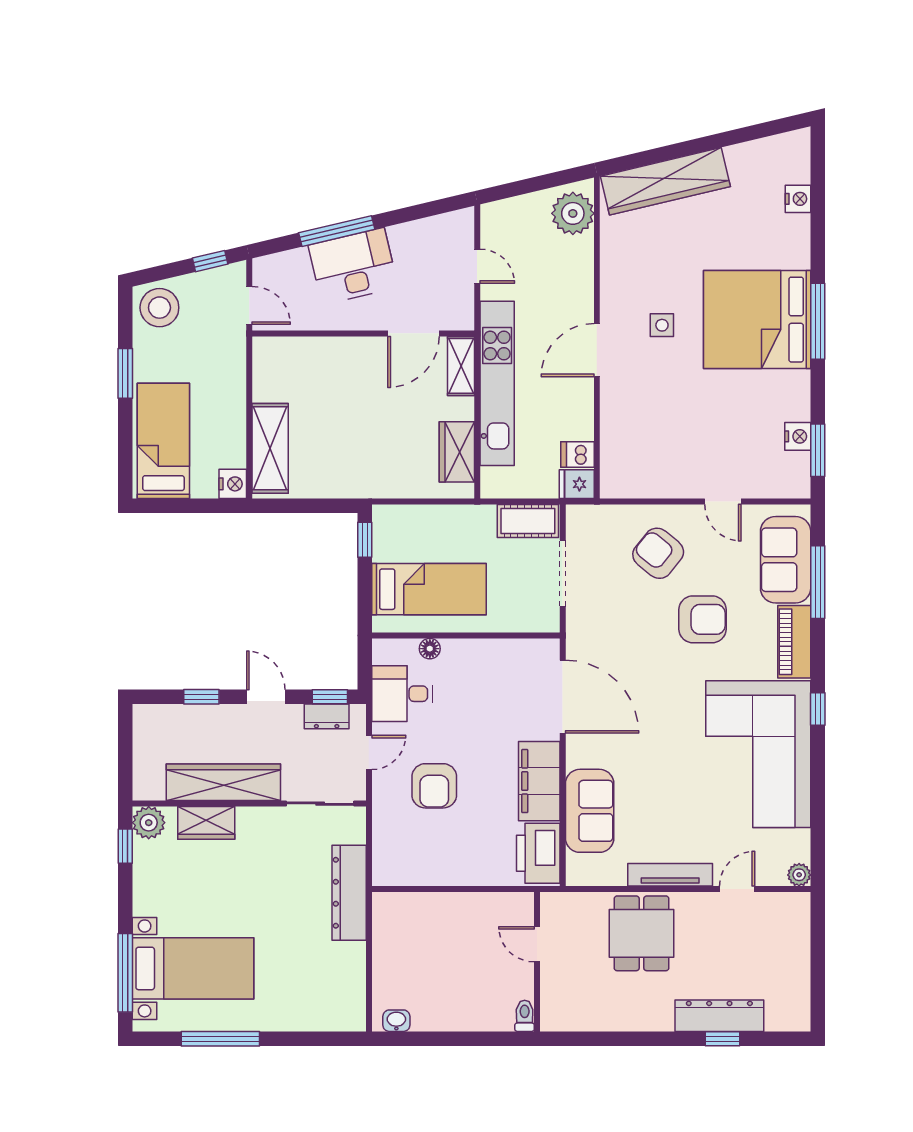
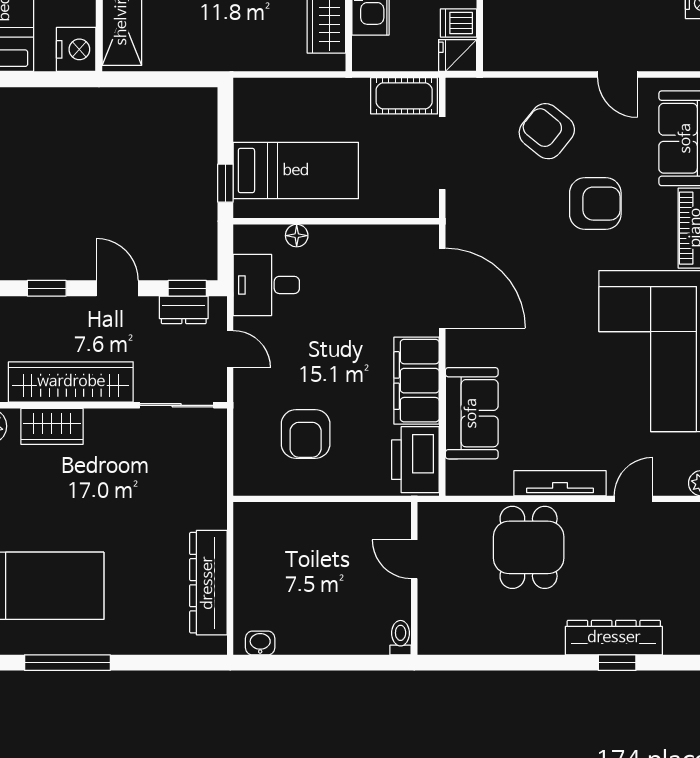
nightstand: (233, 484) -> (76, 49), width x1.36, depth x1.33
window: (365, 540) -> (225, 183), moved
door: (369, 752) -> (230, 349), hinge flipped
armchair: (434, 786) -> (306, 434), moved
dresser: (349, 893) -> (208, 583), moved

